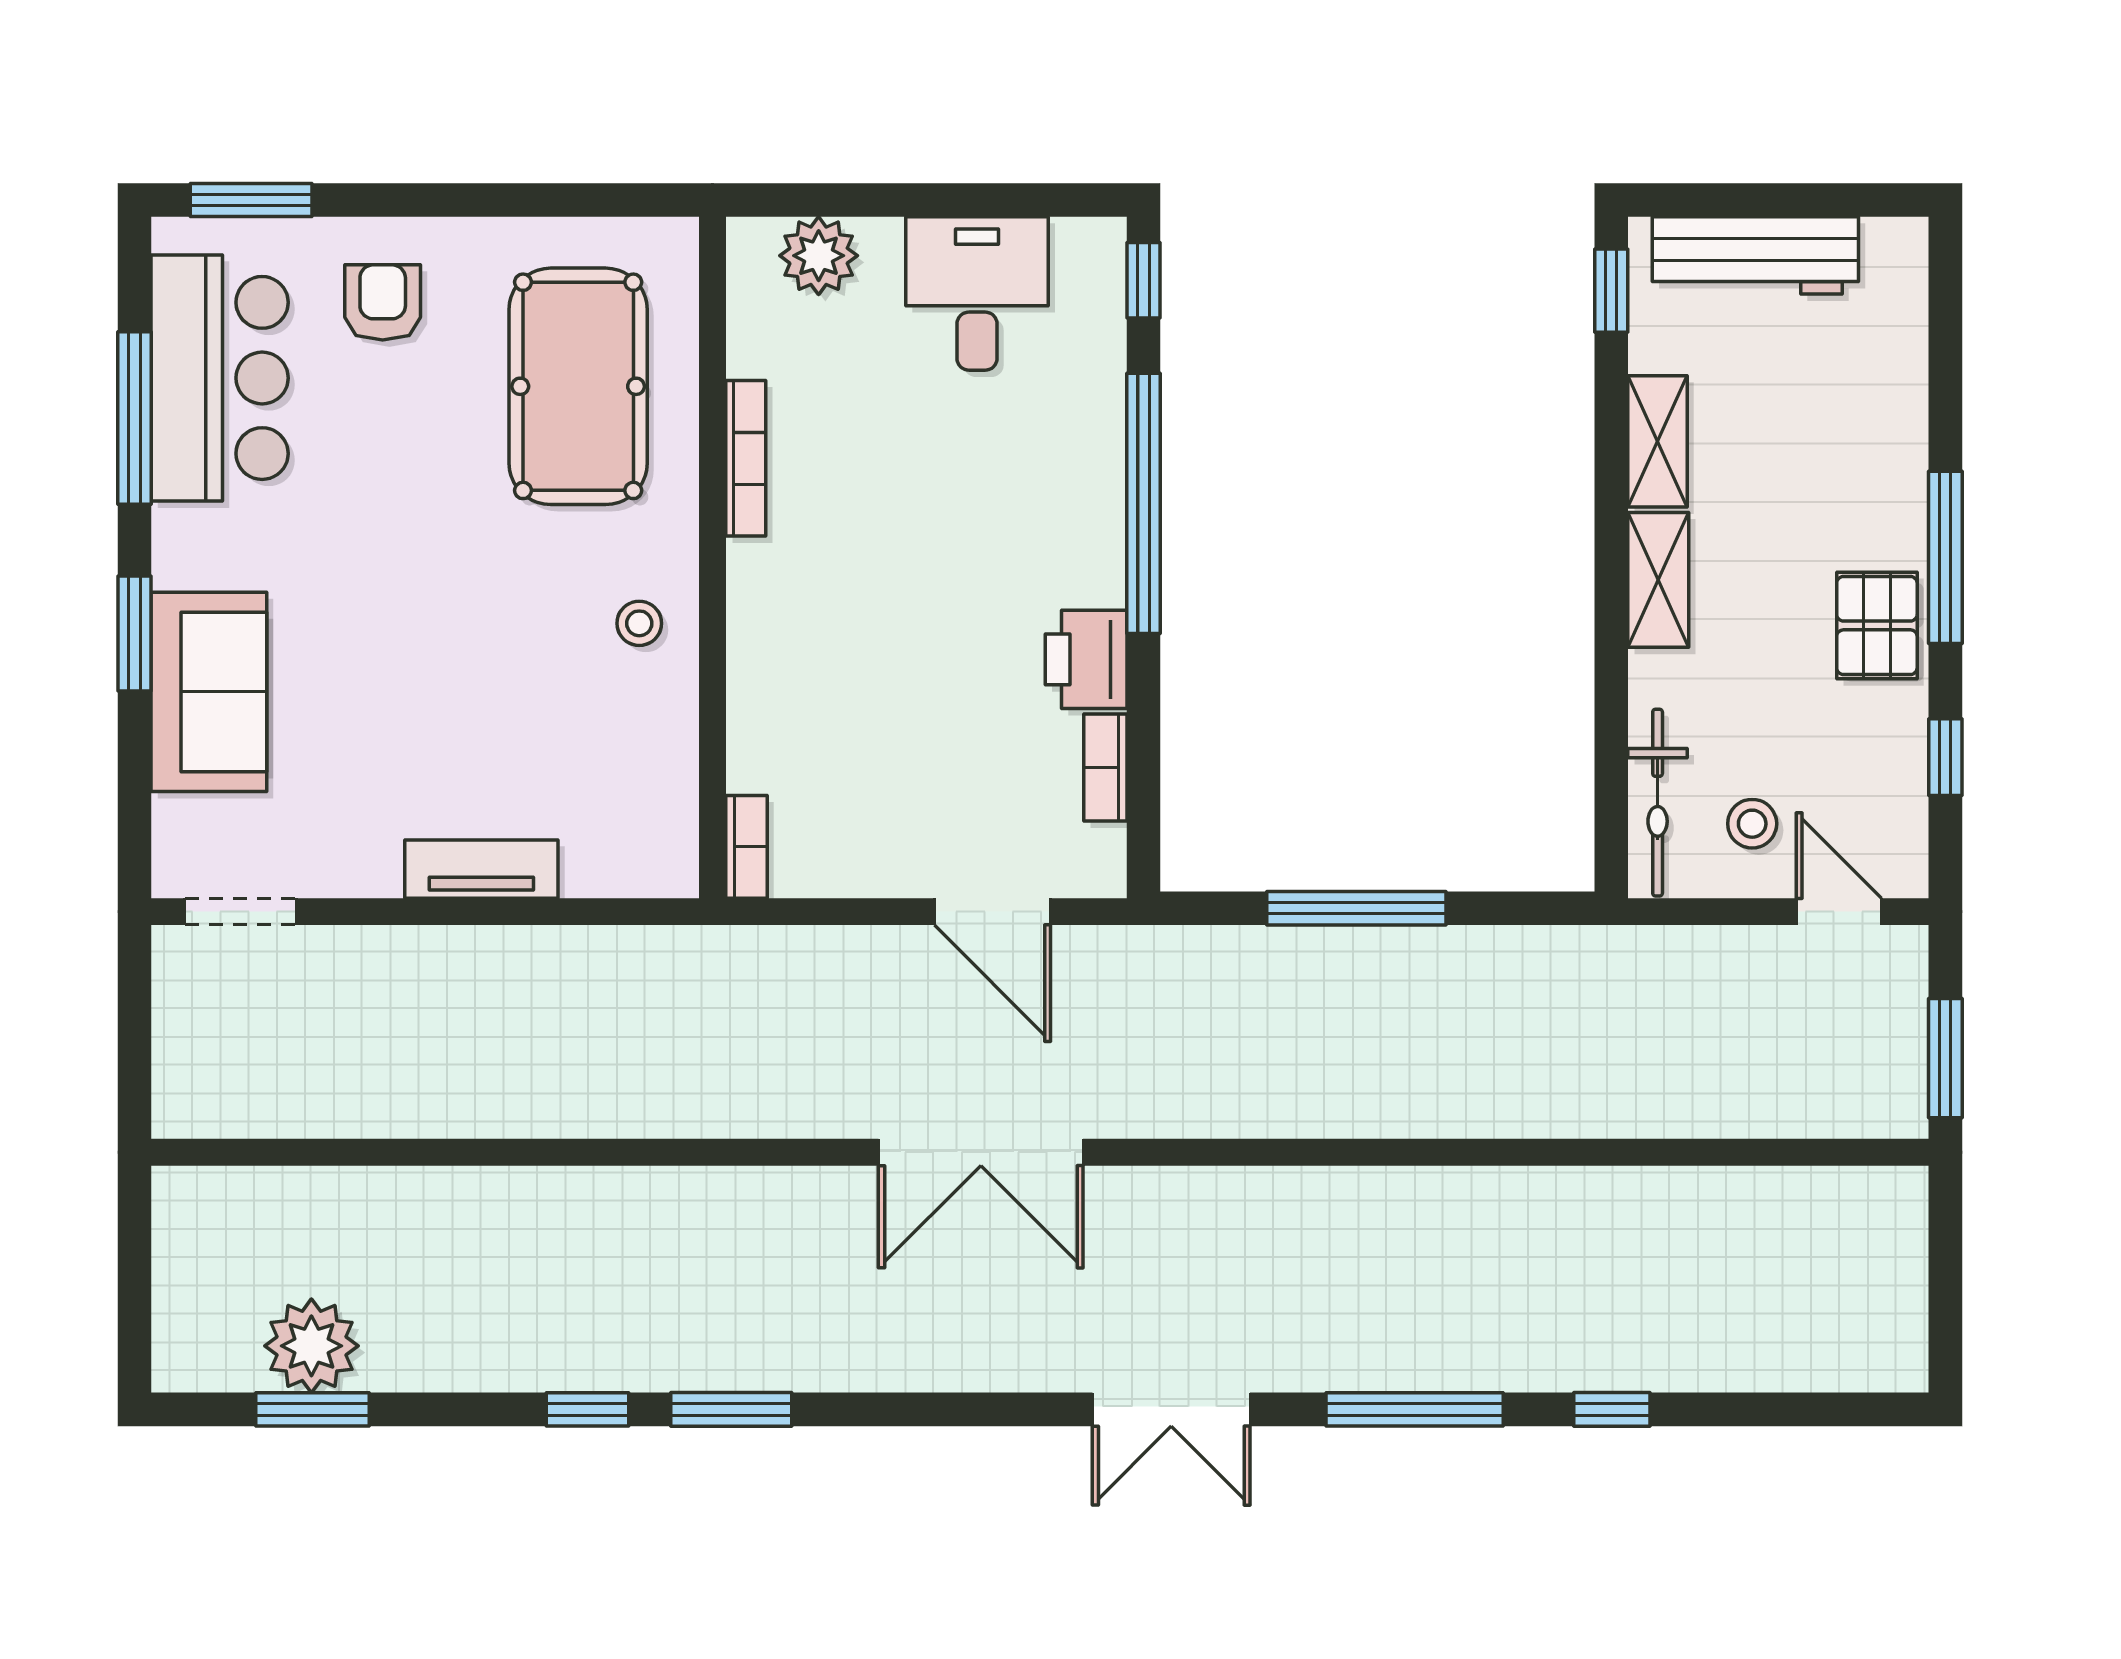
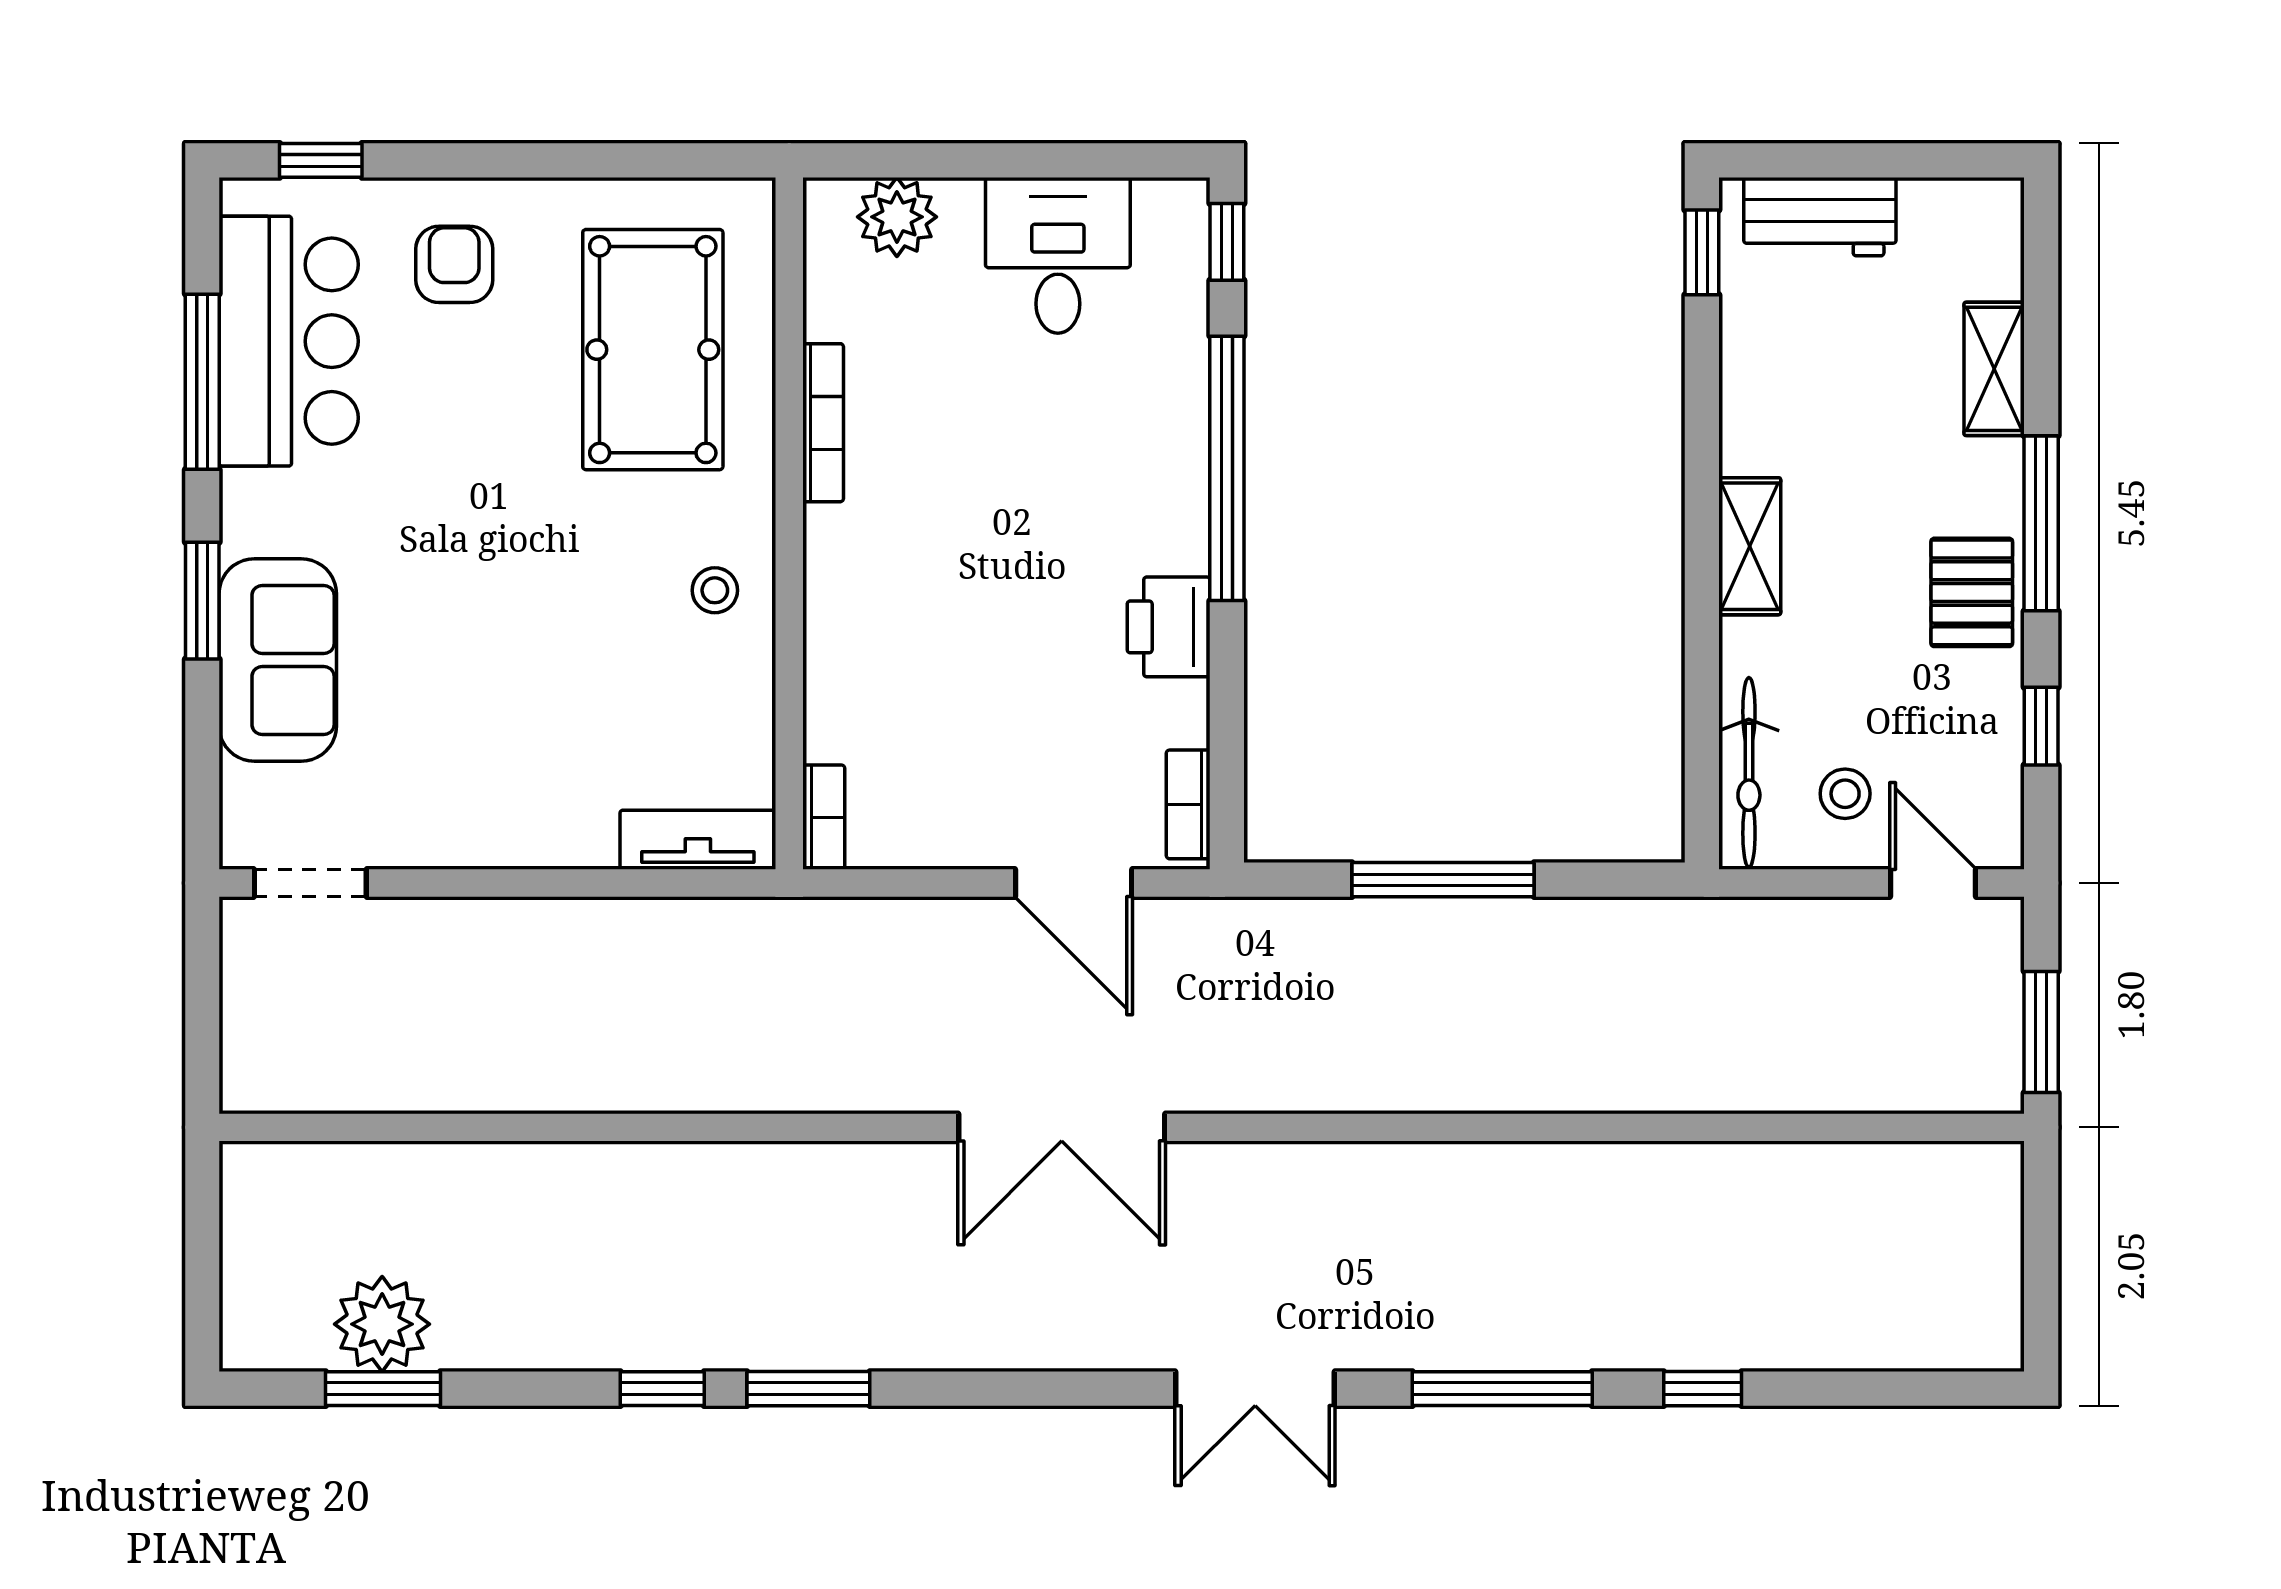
window: (251, 200) -> (321, 160), width x0.67
workbench: (1755, 255) -> (1820, 217), width x0.73
shelving: (1657, 441) -> (1994, 369), moved
bookcase: (1105, 768) -> (1188, 804), moved
tv unit: (481, 869) -> (698, 840), moved

